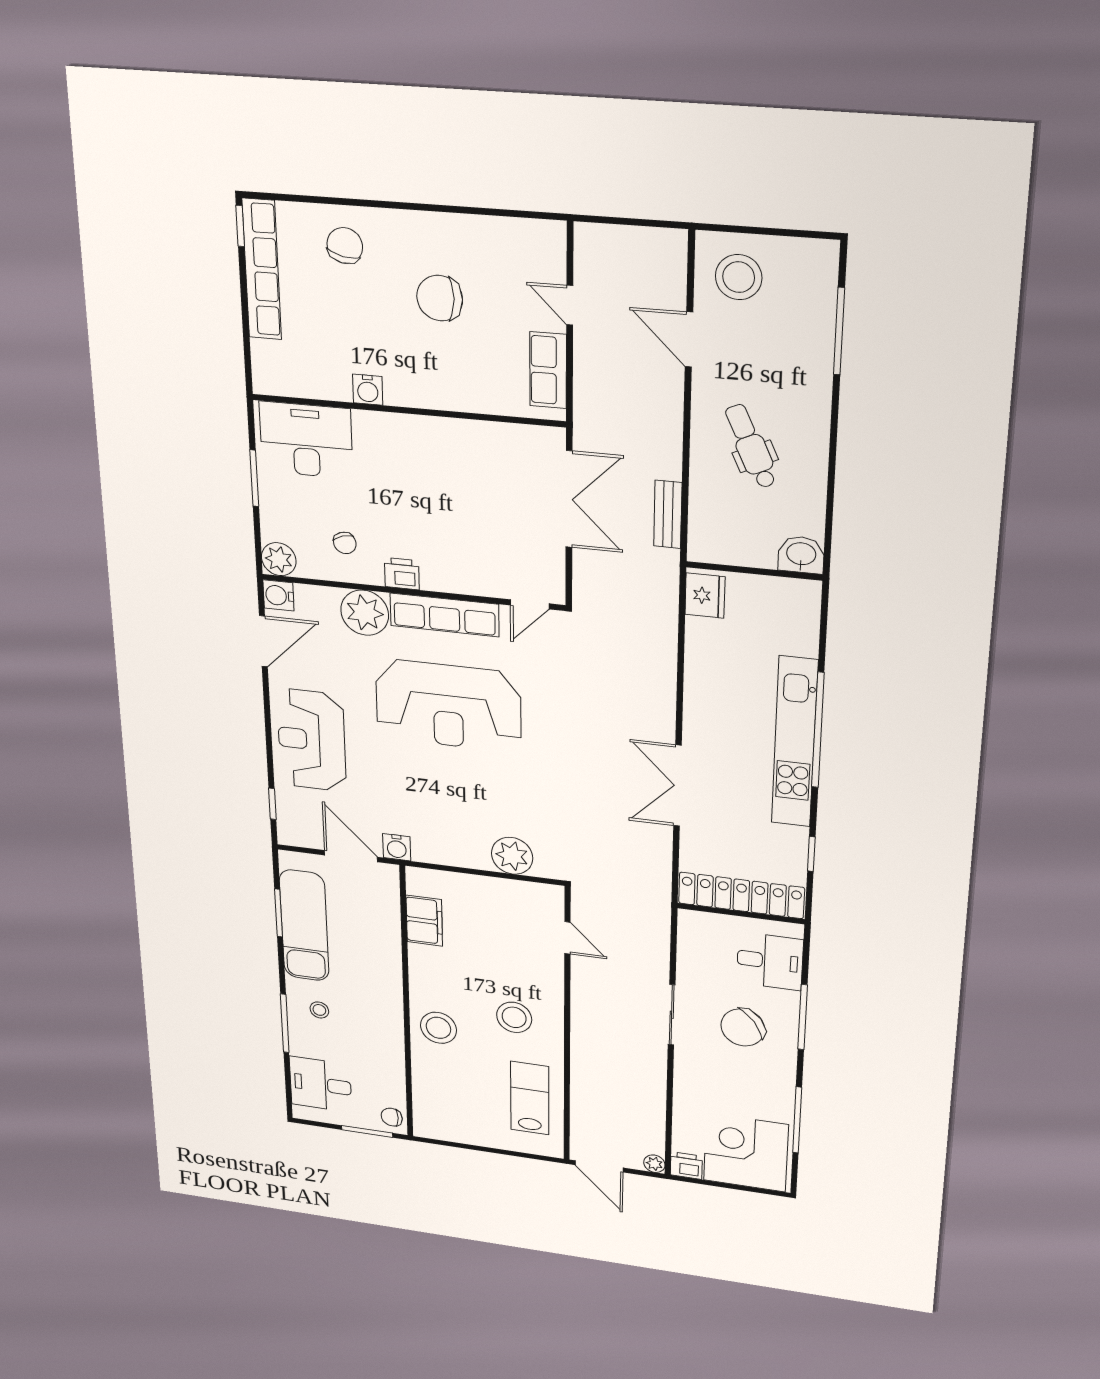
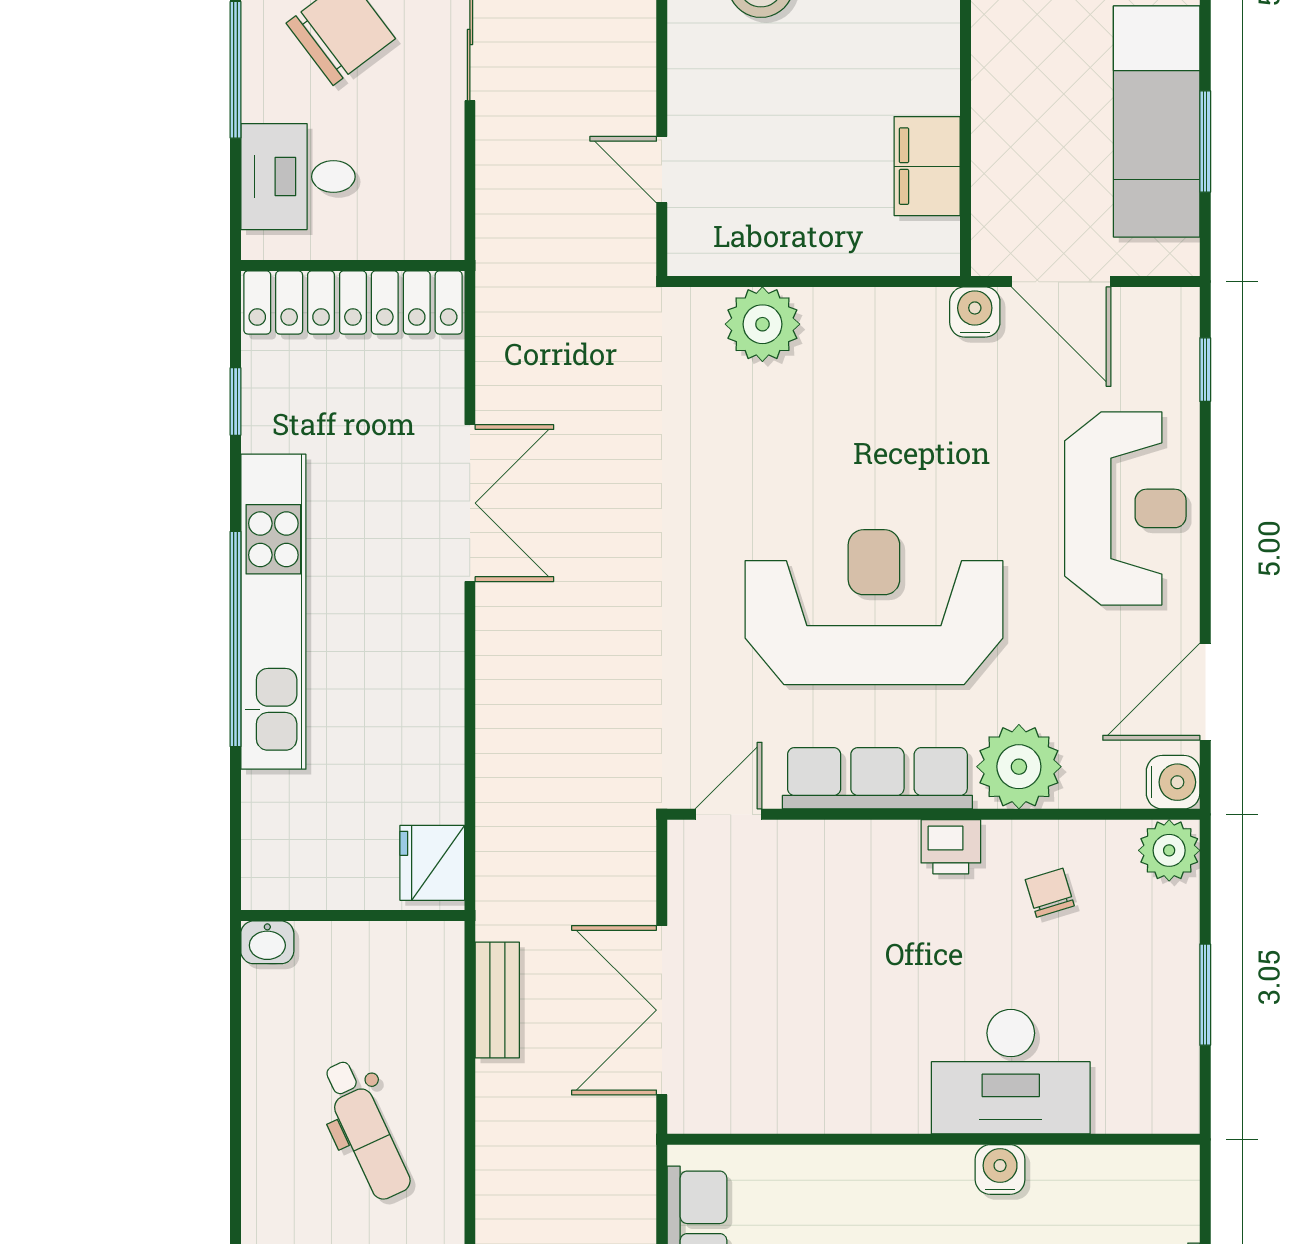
desk: (306, 440) -> (1011, 1072), moved
washbasin: (801, 555) -> (267, 942), width x0.72, depth x0.69

